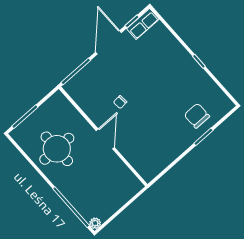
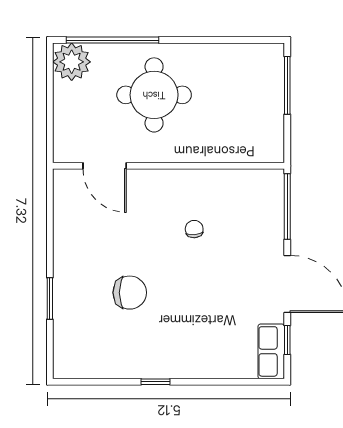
chair: (197, 116) -> (130, 293), moved
door: (105, 139) -> (105, 166), moved
round table: (57, 149) -> (154, 95), moved
plant: (95, 223) -> (72, 62), width x1.88, depth x1.88

